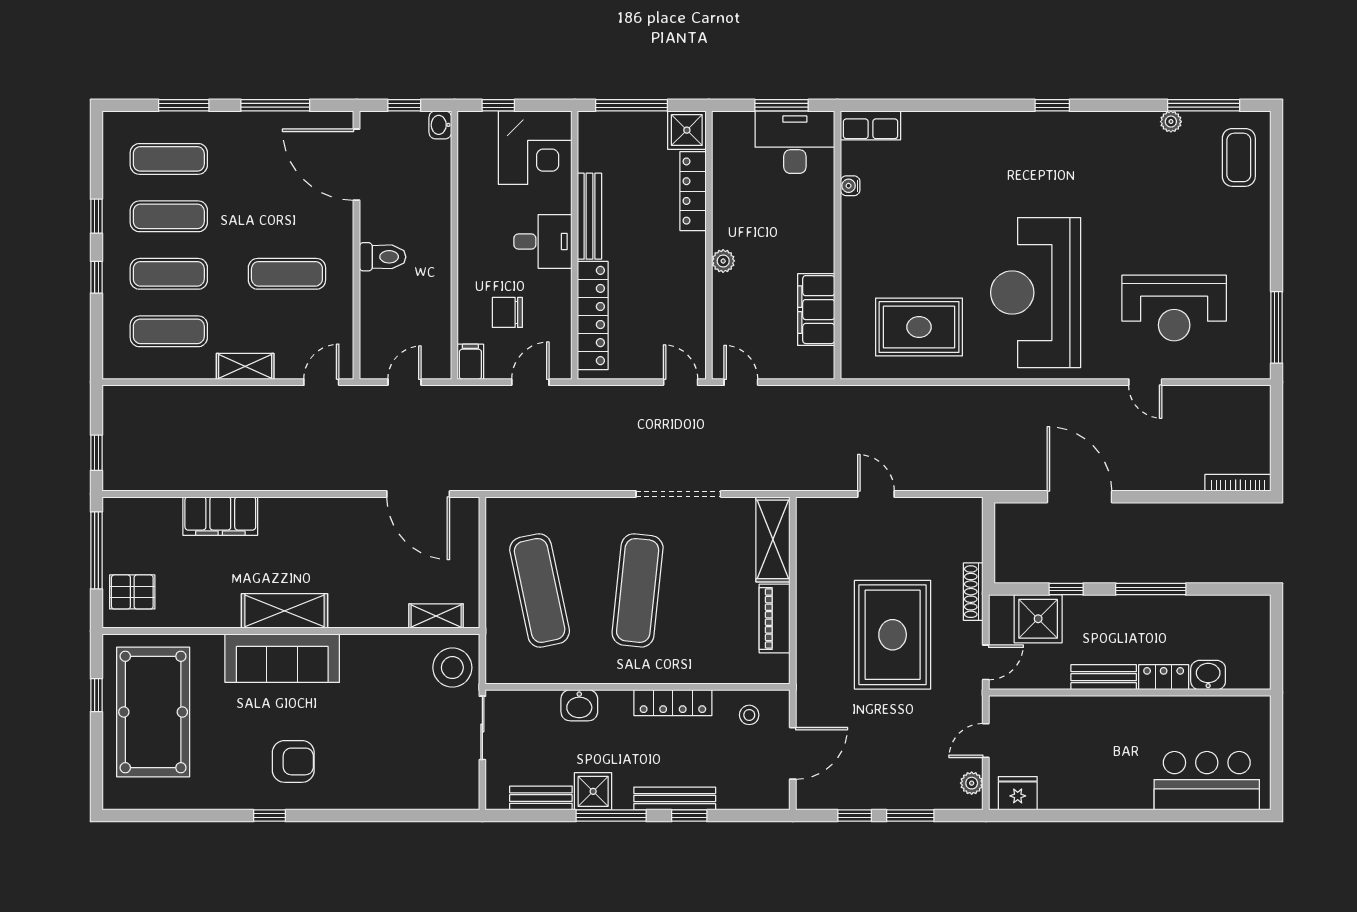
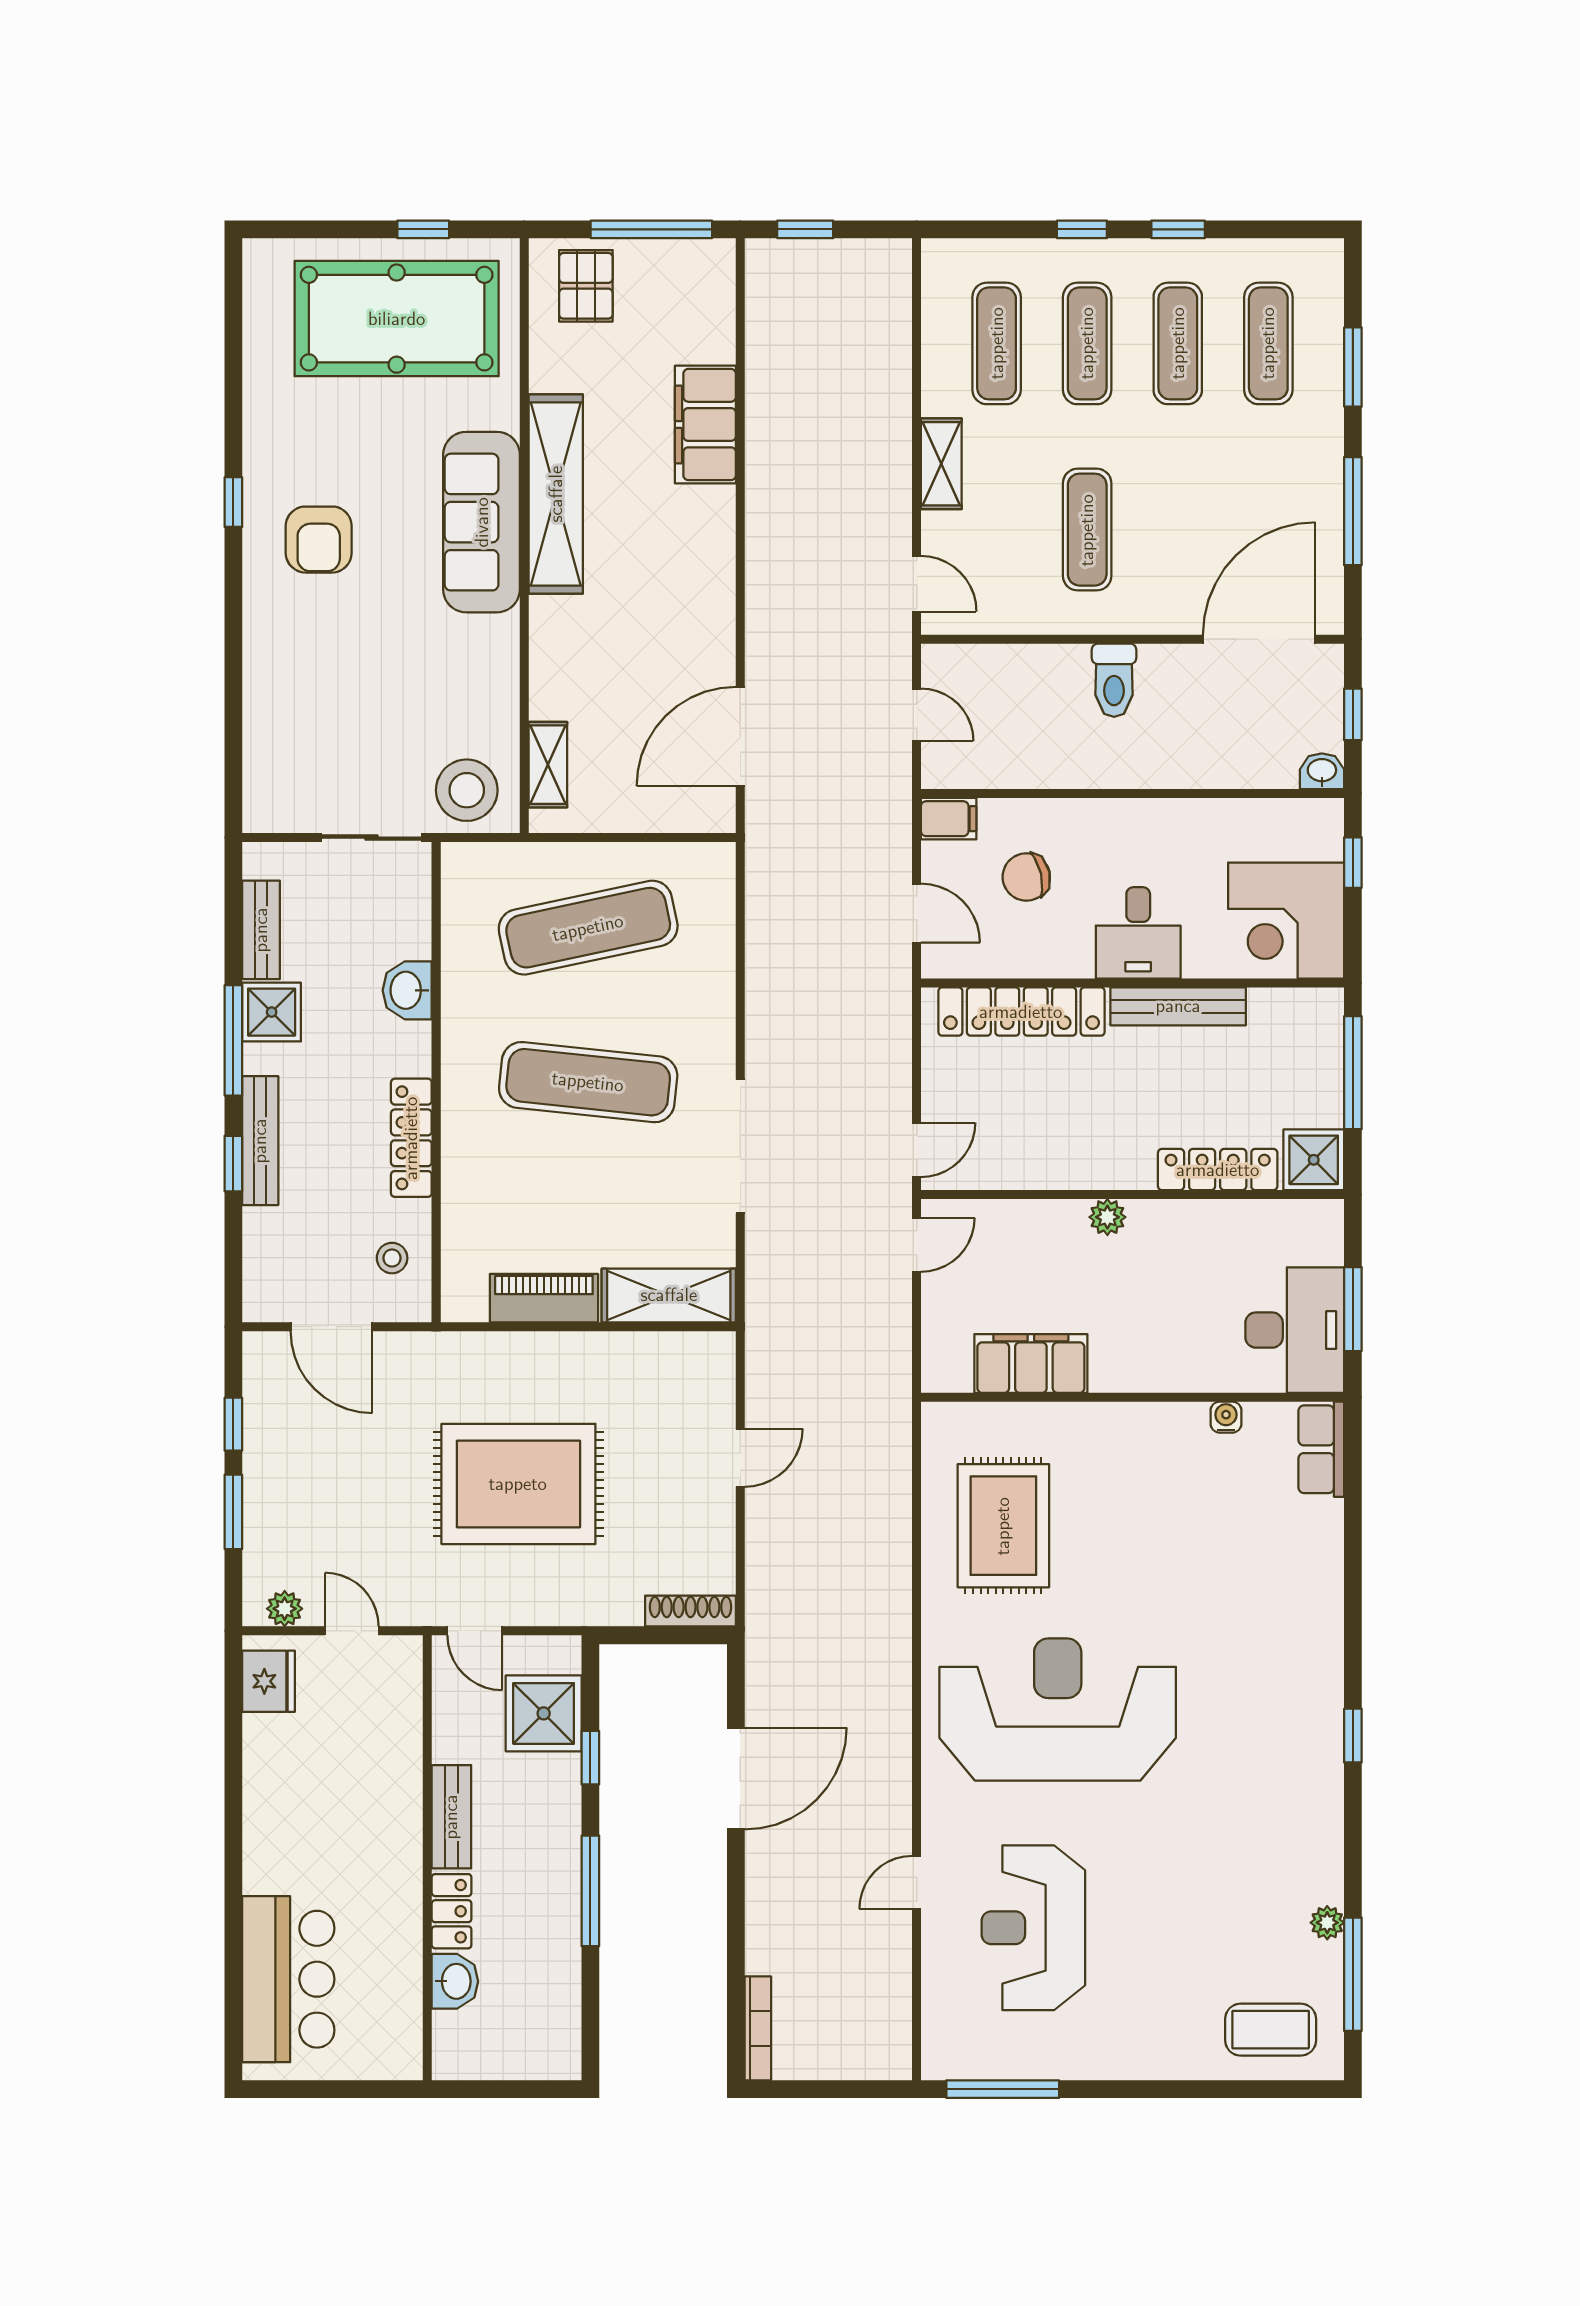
chair: (507, 312) -> (1026, 877), turned -103
shoe rack: (973, 592) -> (691, 1611), moved
shelving: (285, 611) -> (556, 494), width x1.47

